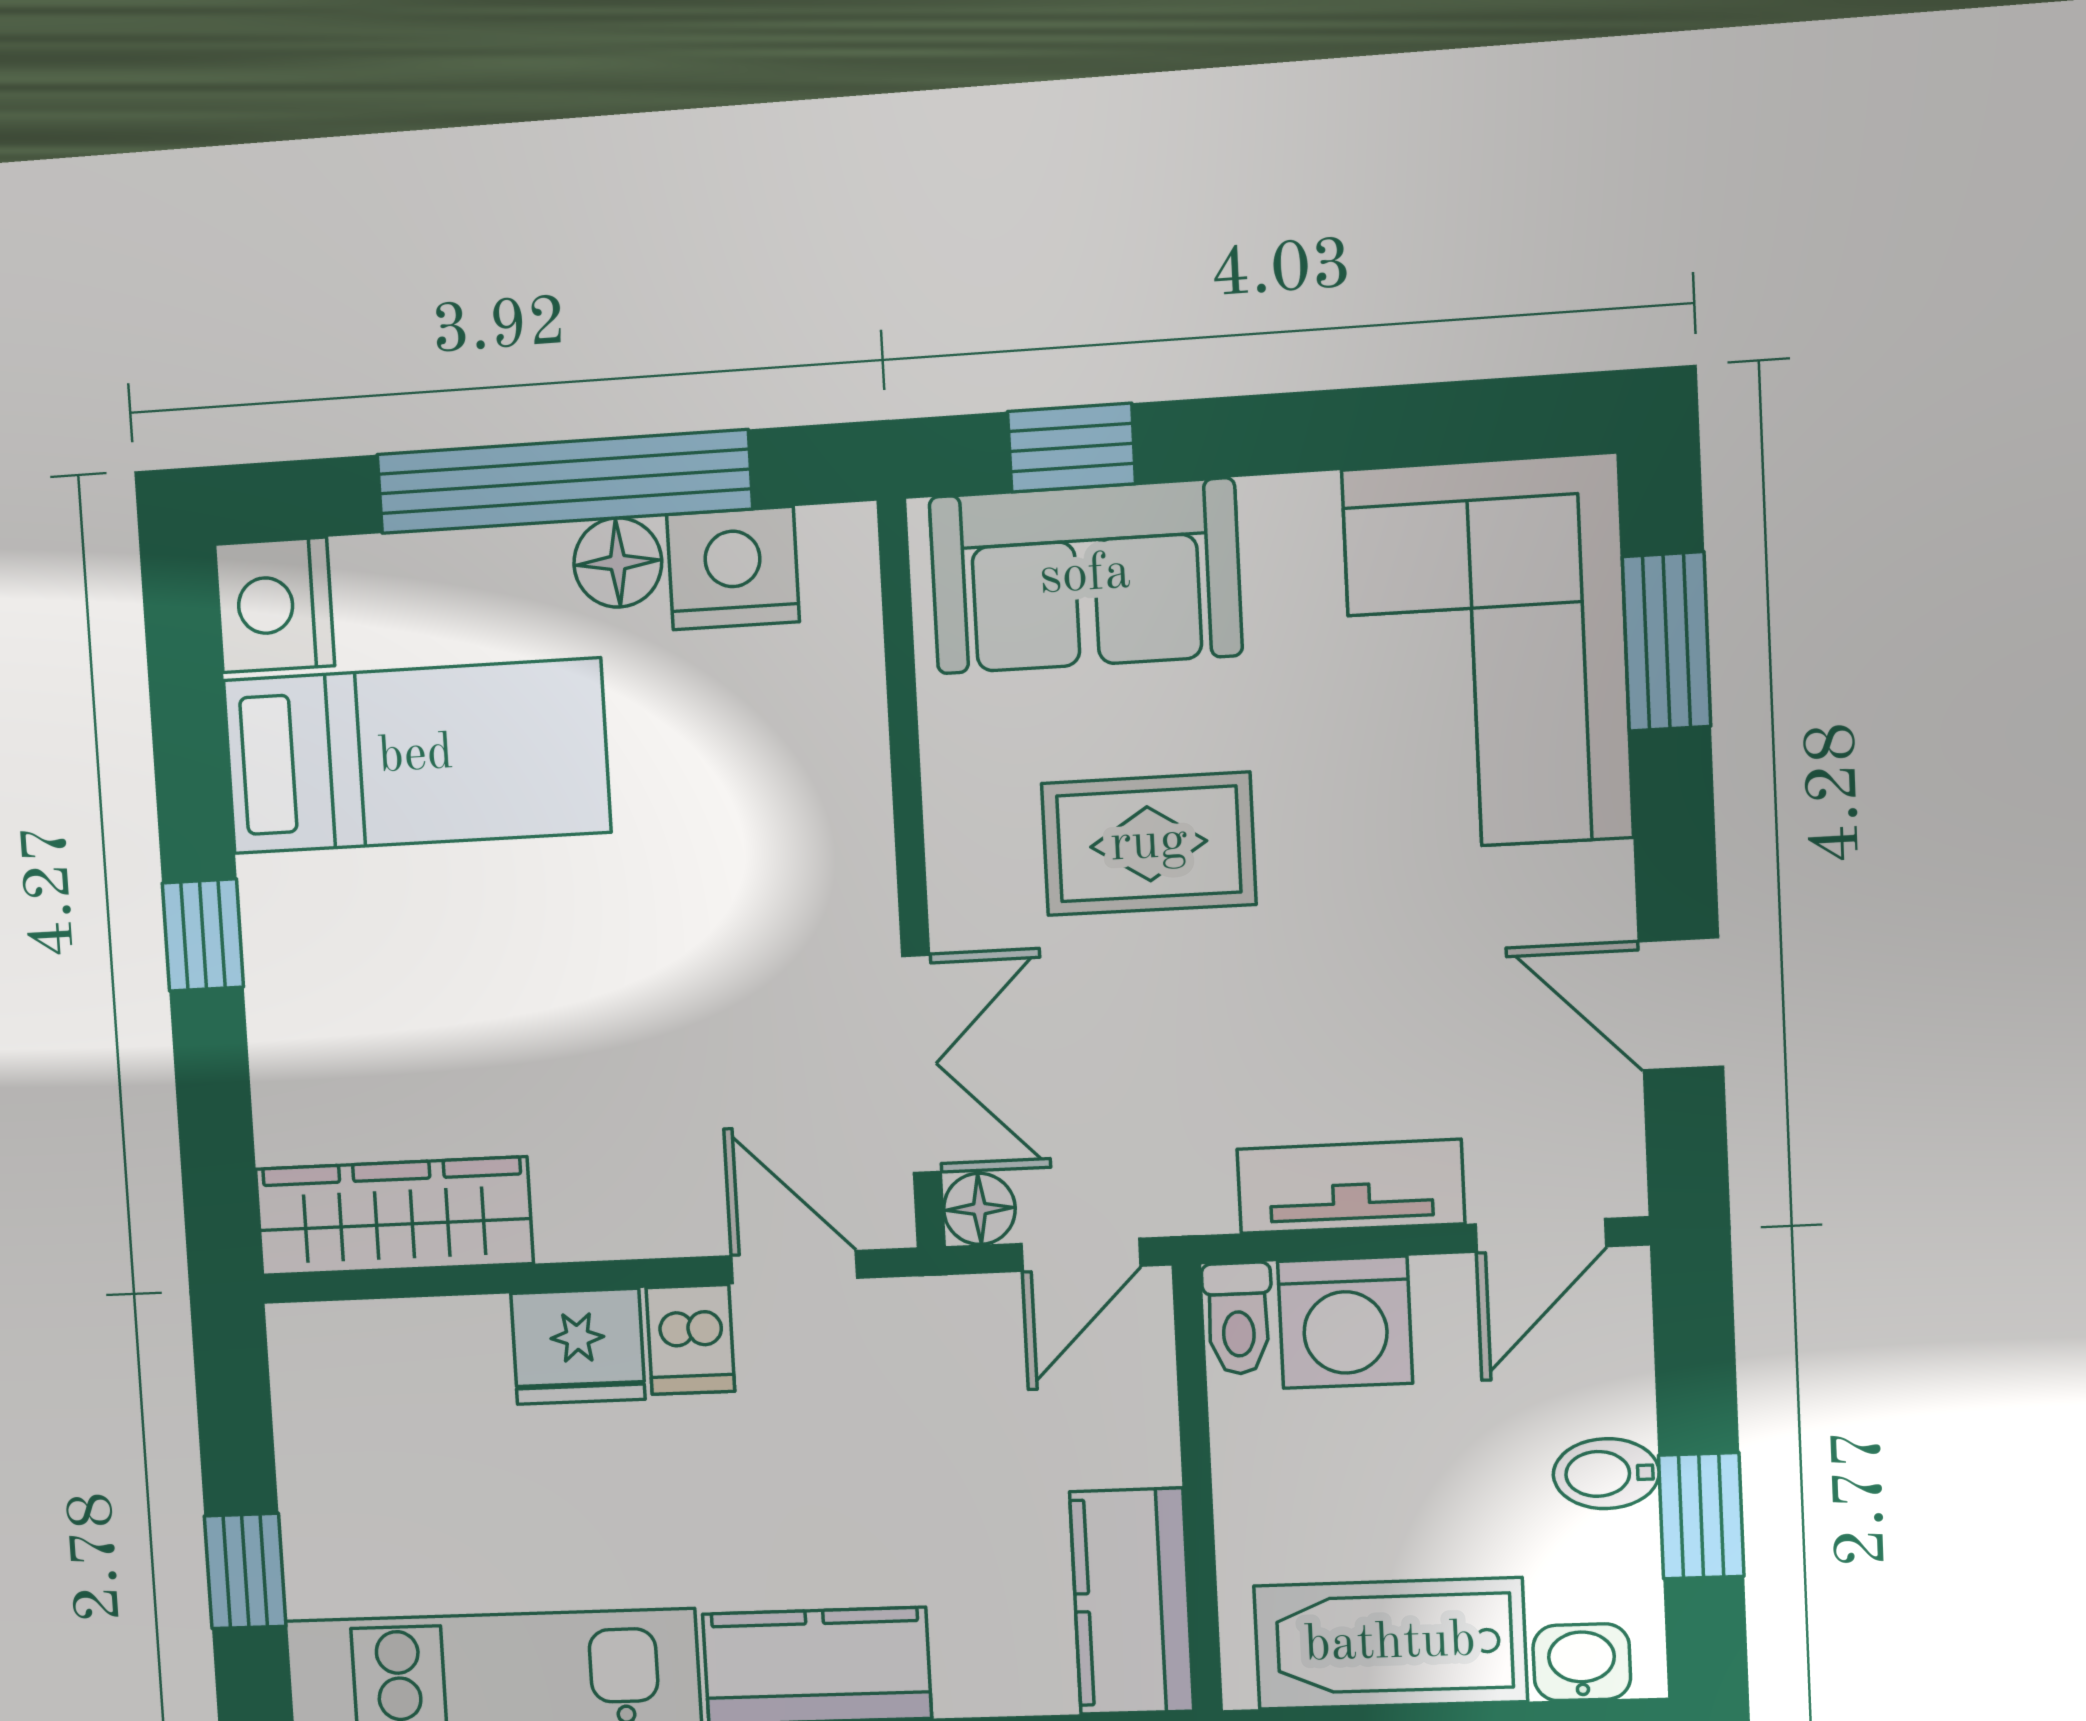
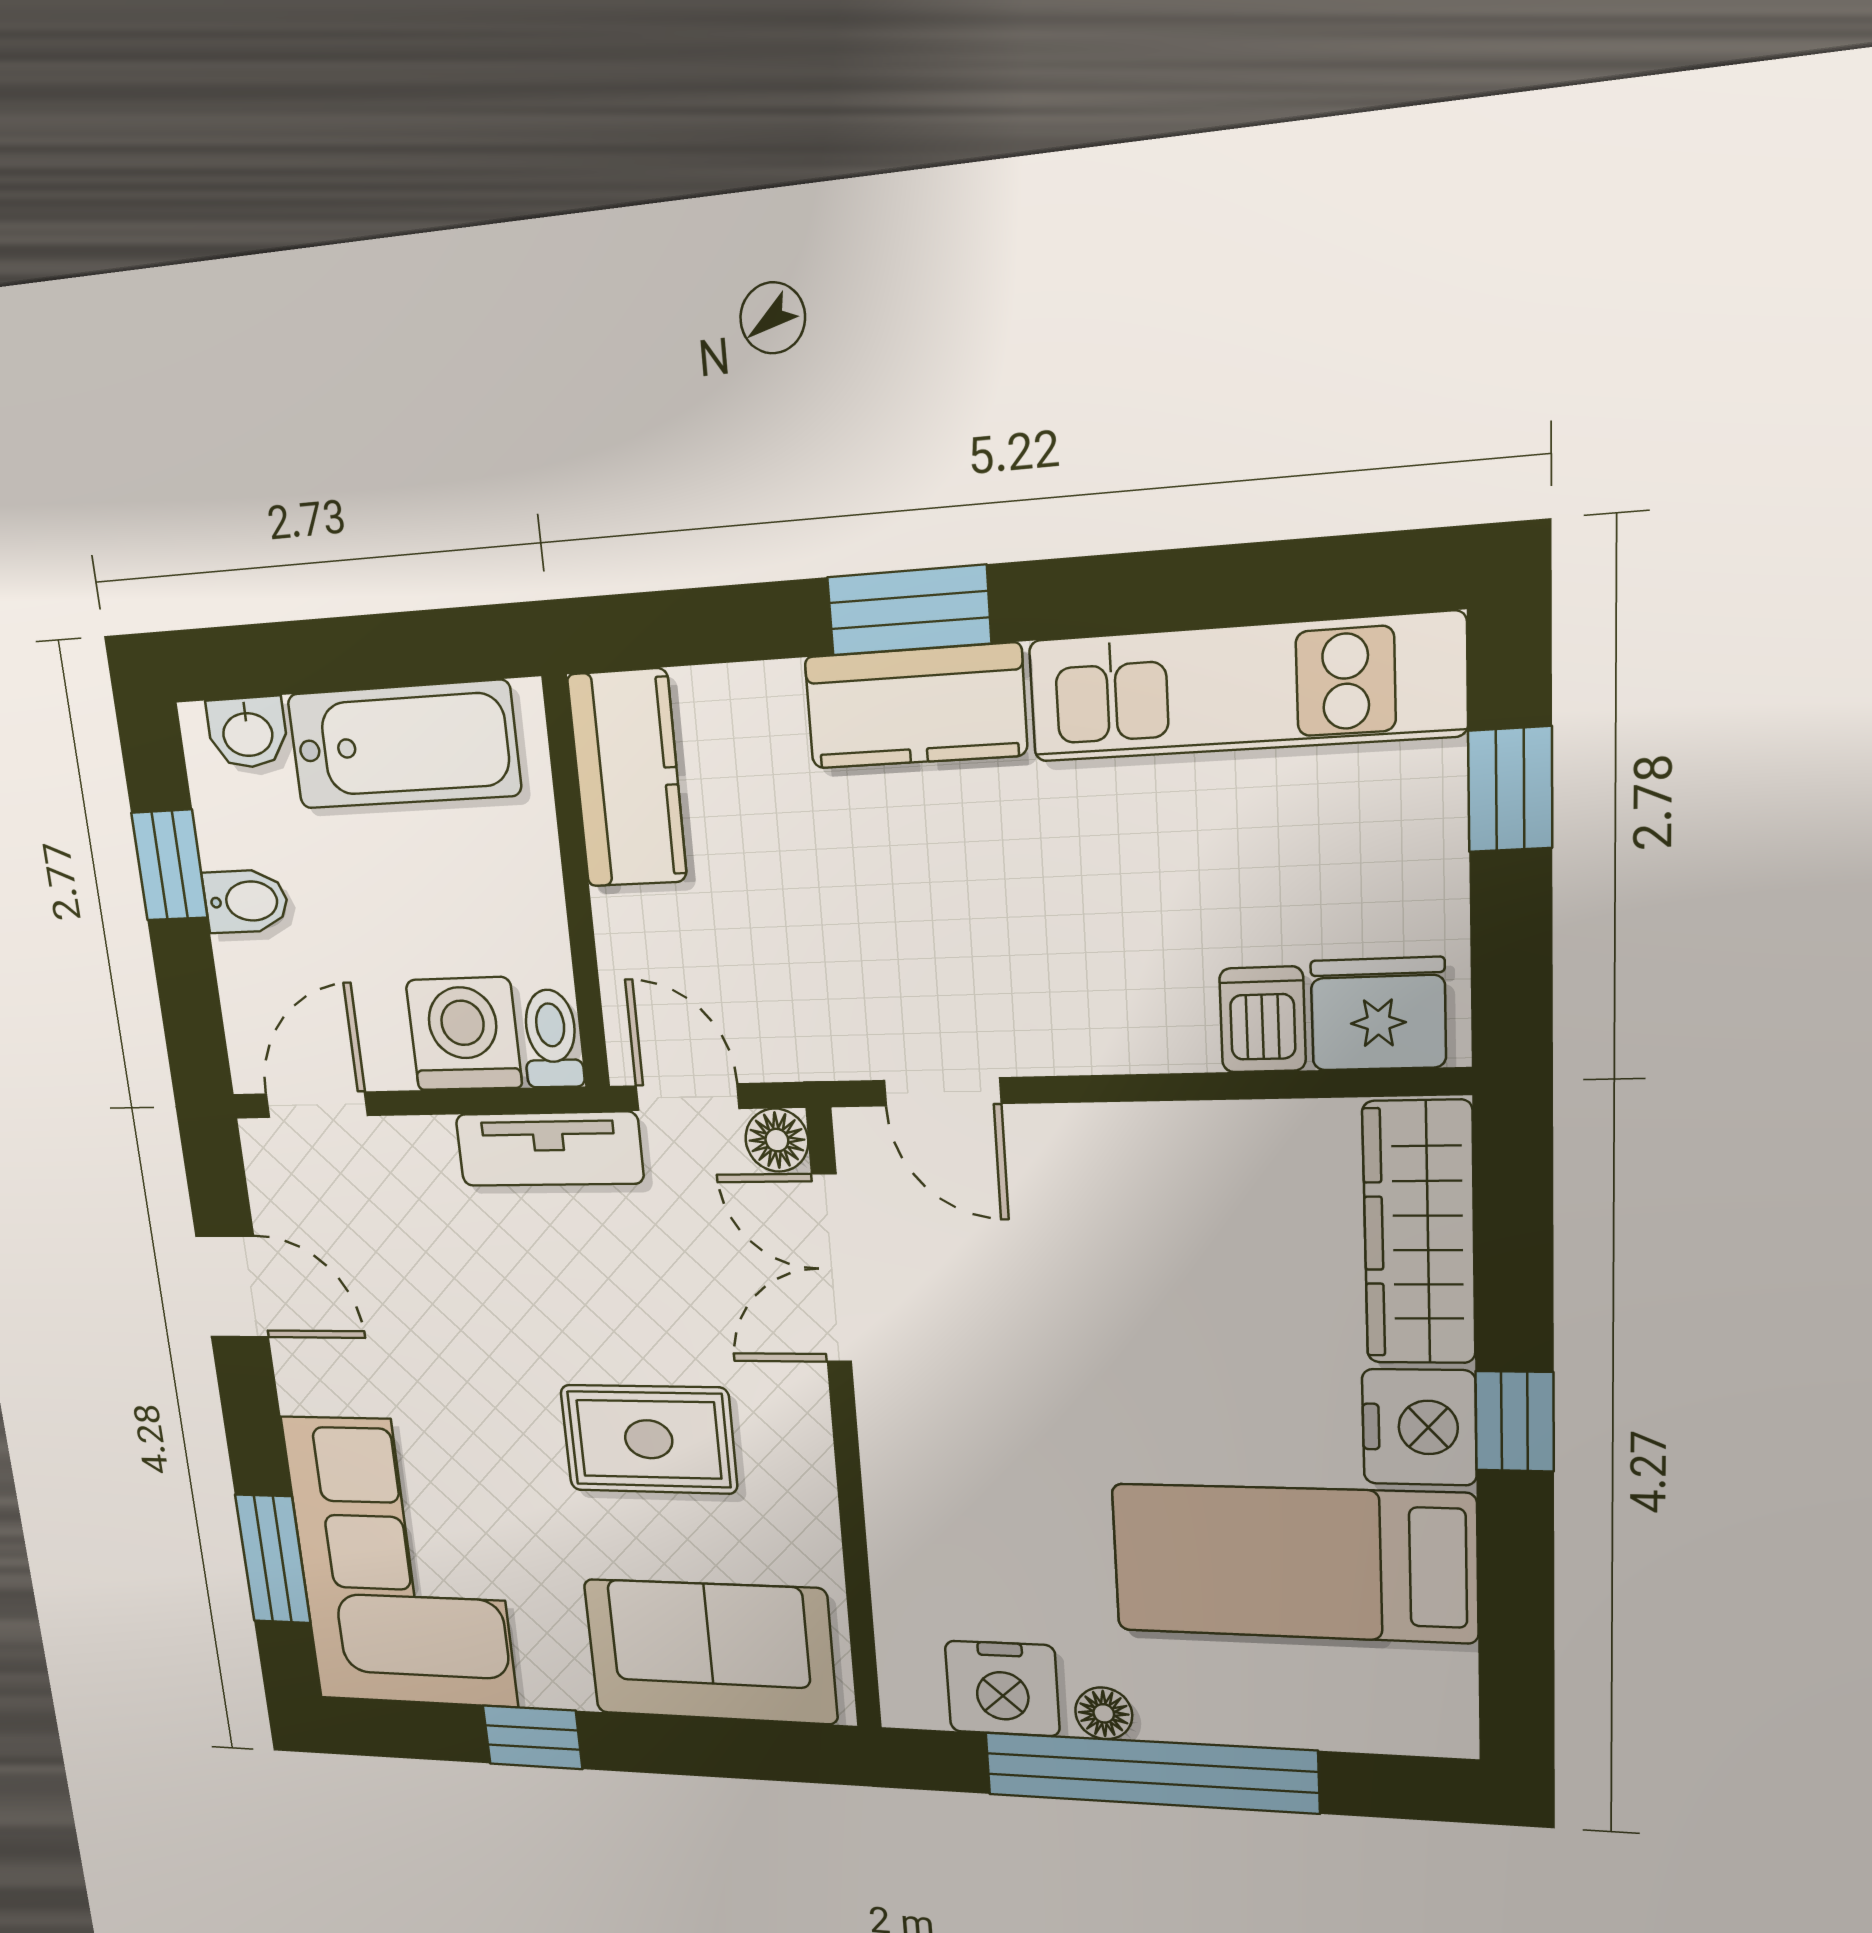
window: (1072, 448) -> (533, 1737), moved
floor lamp: (618, 563) -> (1104, 1713), width x0.73, depth x0.73
nightstand: (275, 605) -> (1419, 1427), moved
tv unit: (1351, 1186) -> (549, 1149), moved
wardrobe: (394, 1216) -> (1419, 1233), moved, turned 90
door: (1081, 1255) -> (687, 1097), hinge flipped
dishwasher: (690, 1339) -> (1263, 1020), moved
fridge: (578, 1346) -> (1378, 1014), moved

